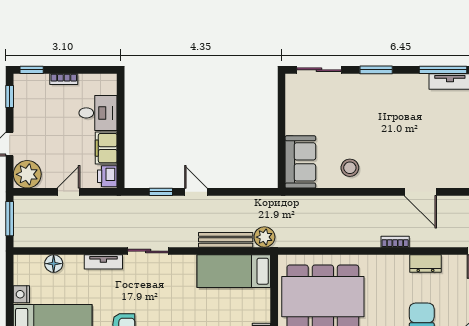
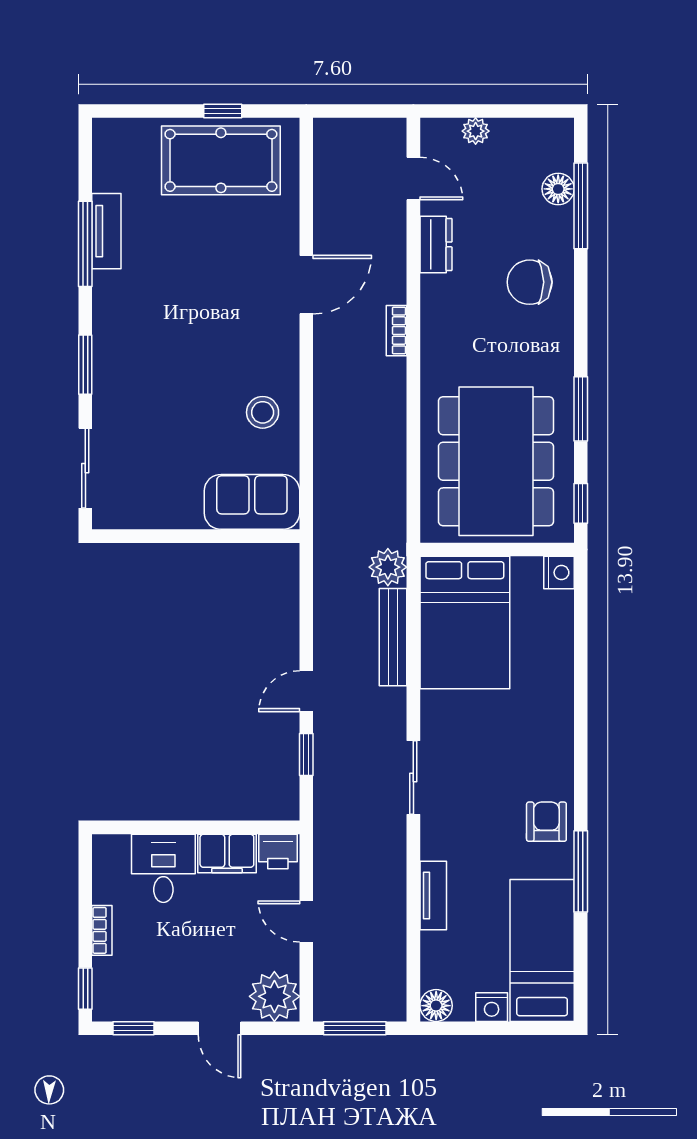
tv unit: (103, 262) -> (433, 896), moved
floor lamp: (54, 264) -> (436, 1006), moved
dresser: (425, 264) -> (436, 244), moved
bed: (234, 271) -> (465, 623), width x1.50

